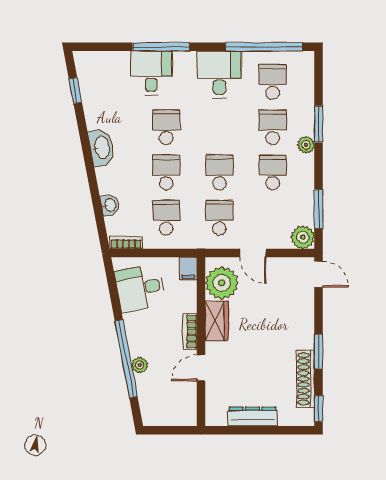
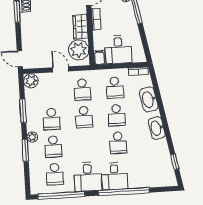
window: (161, 47) -> (124, 192), width x1.46
desk: (151, 73) -> (114, 176), moved
washbasin: (110, 205) -> (149, 99), width x1.91, depth x1.45
window: (319, 209) -> (23, 111), moved
desk: (140, 288) -> (118, 49), moved, turned 101

